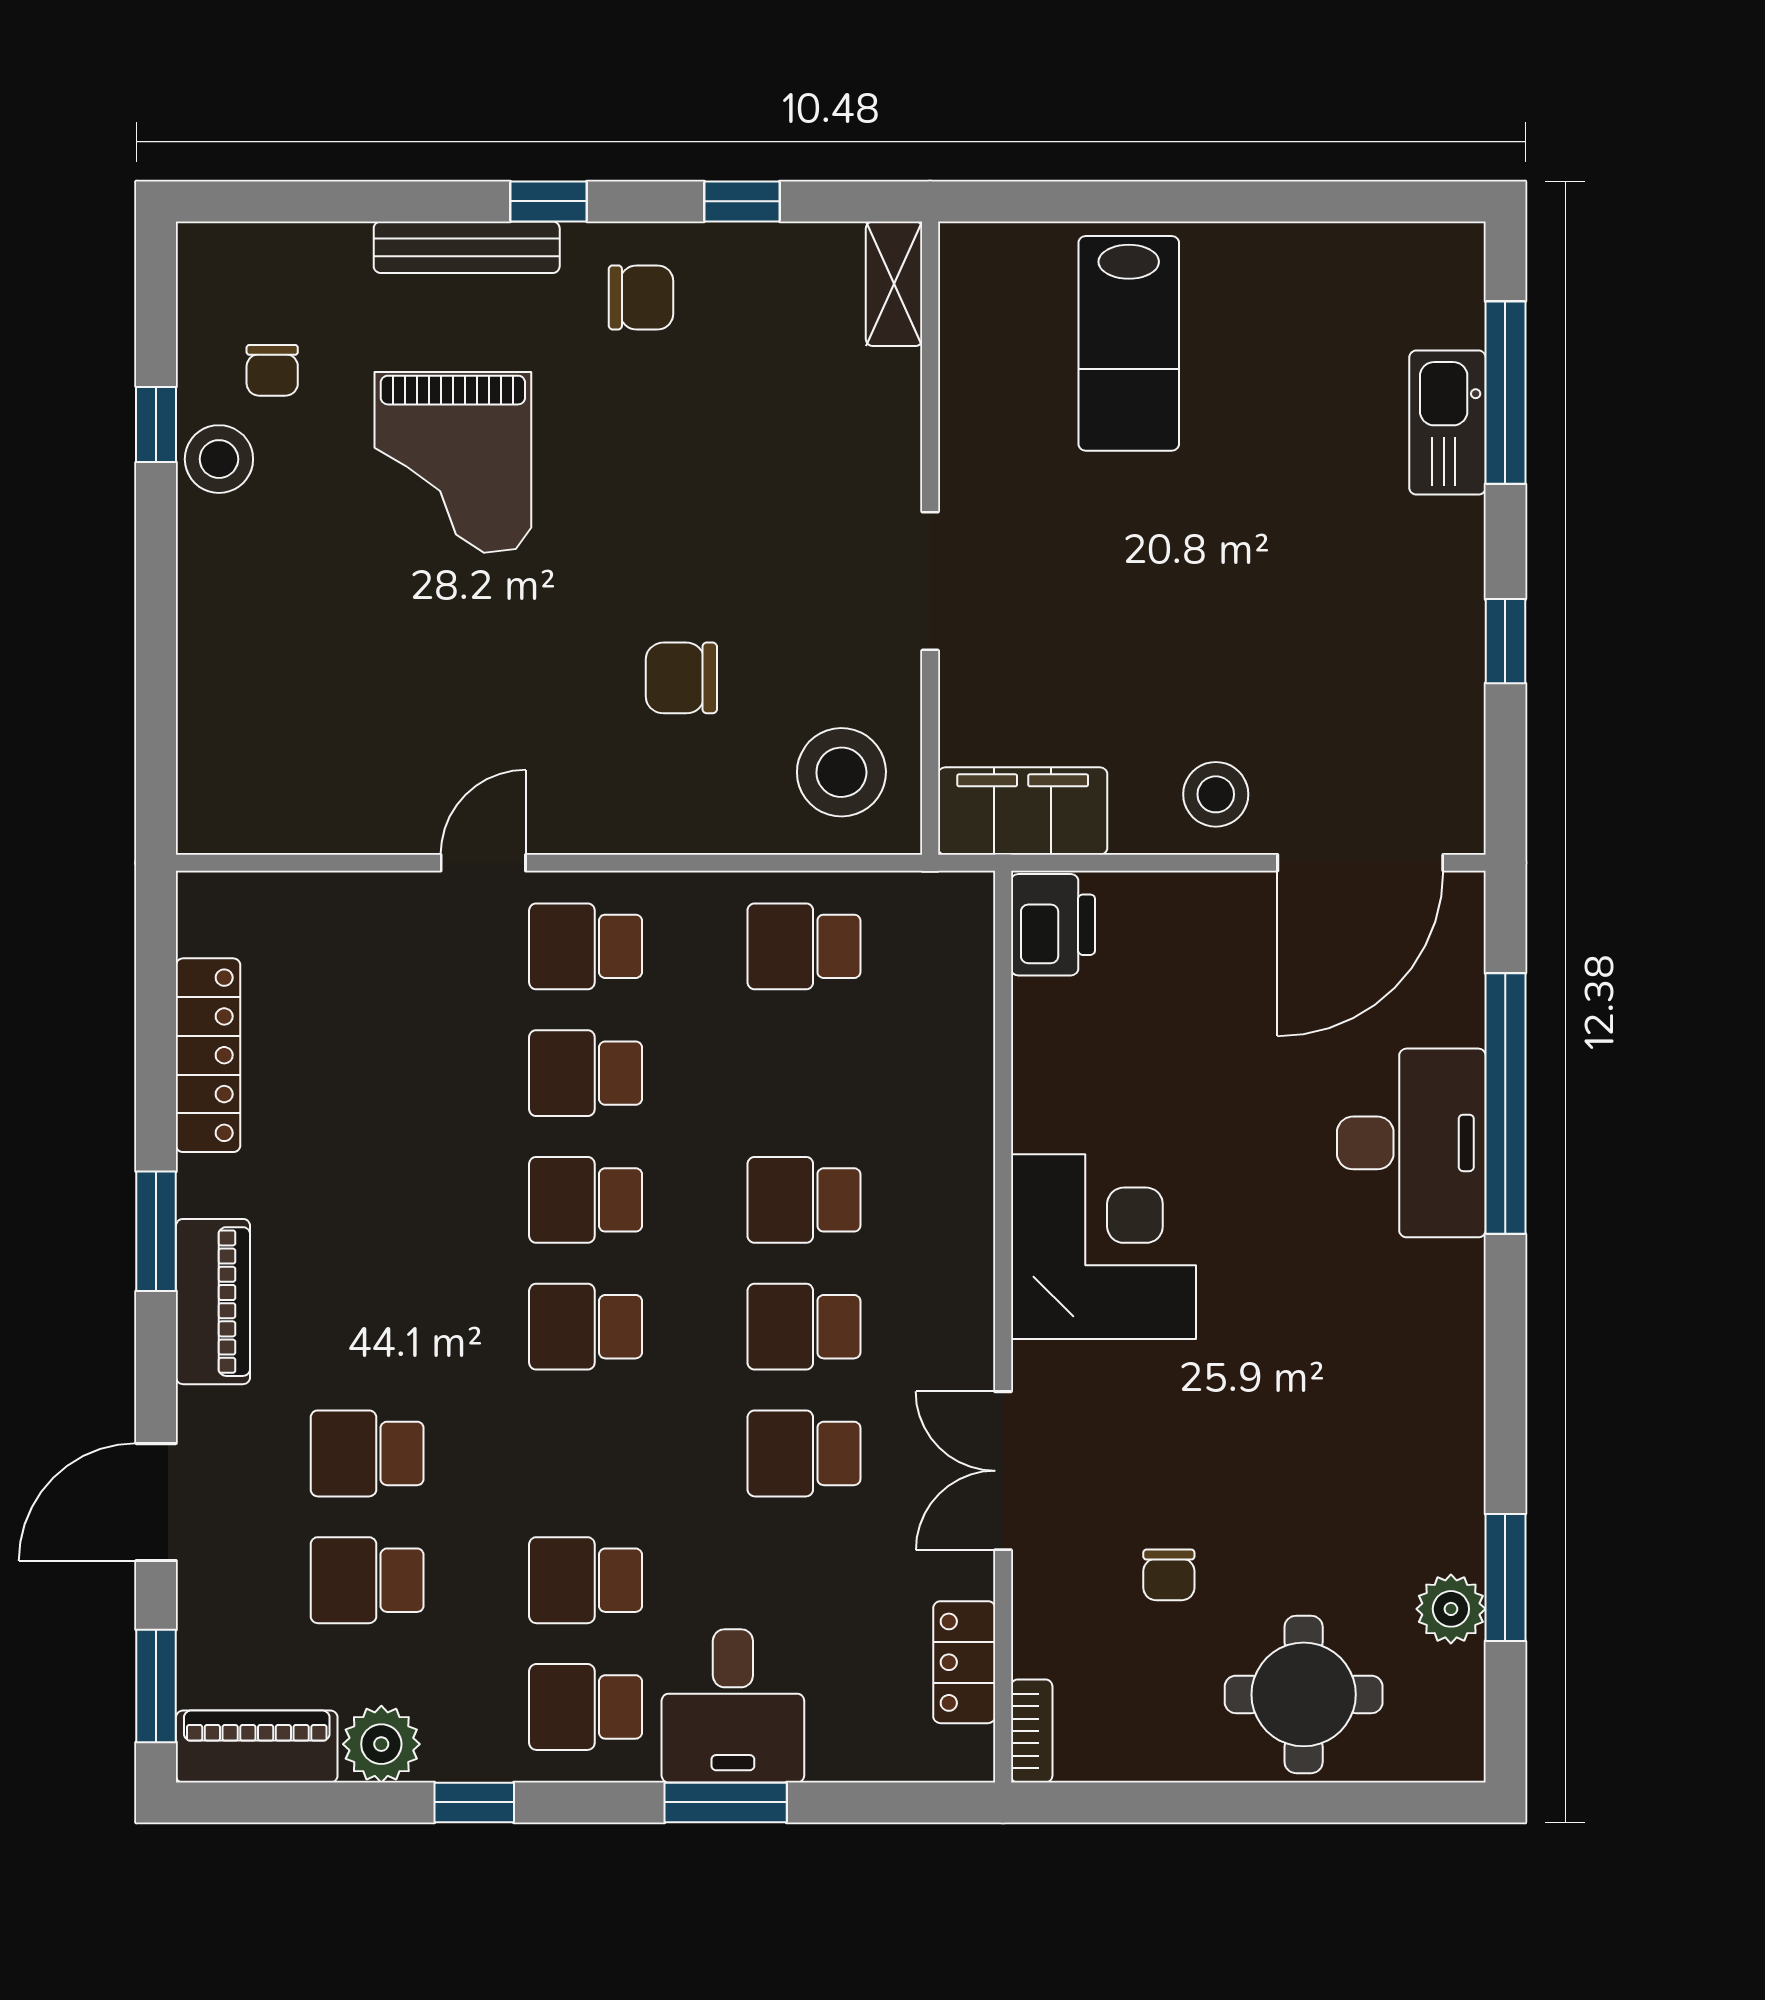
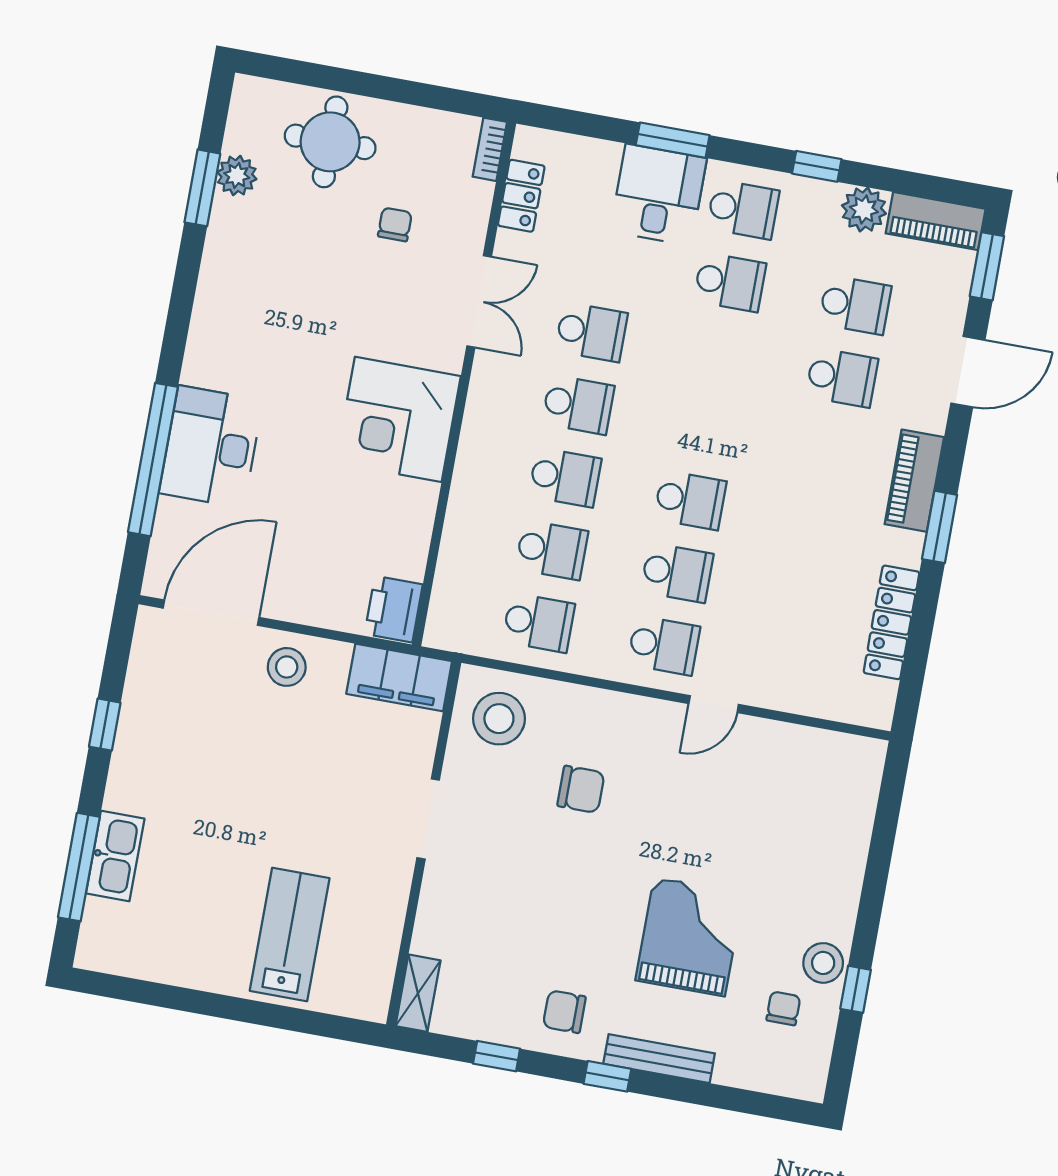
school desk: (586, 1327) -> (552, 550), moved

